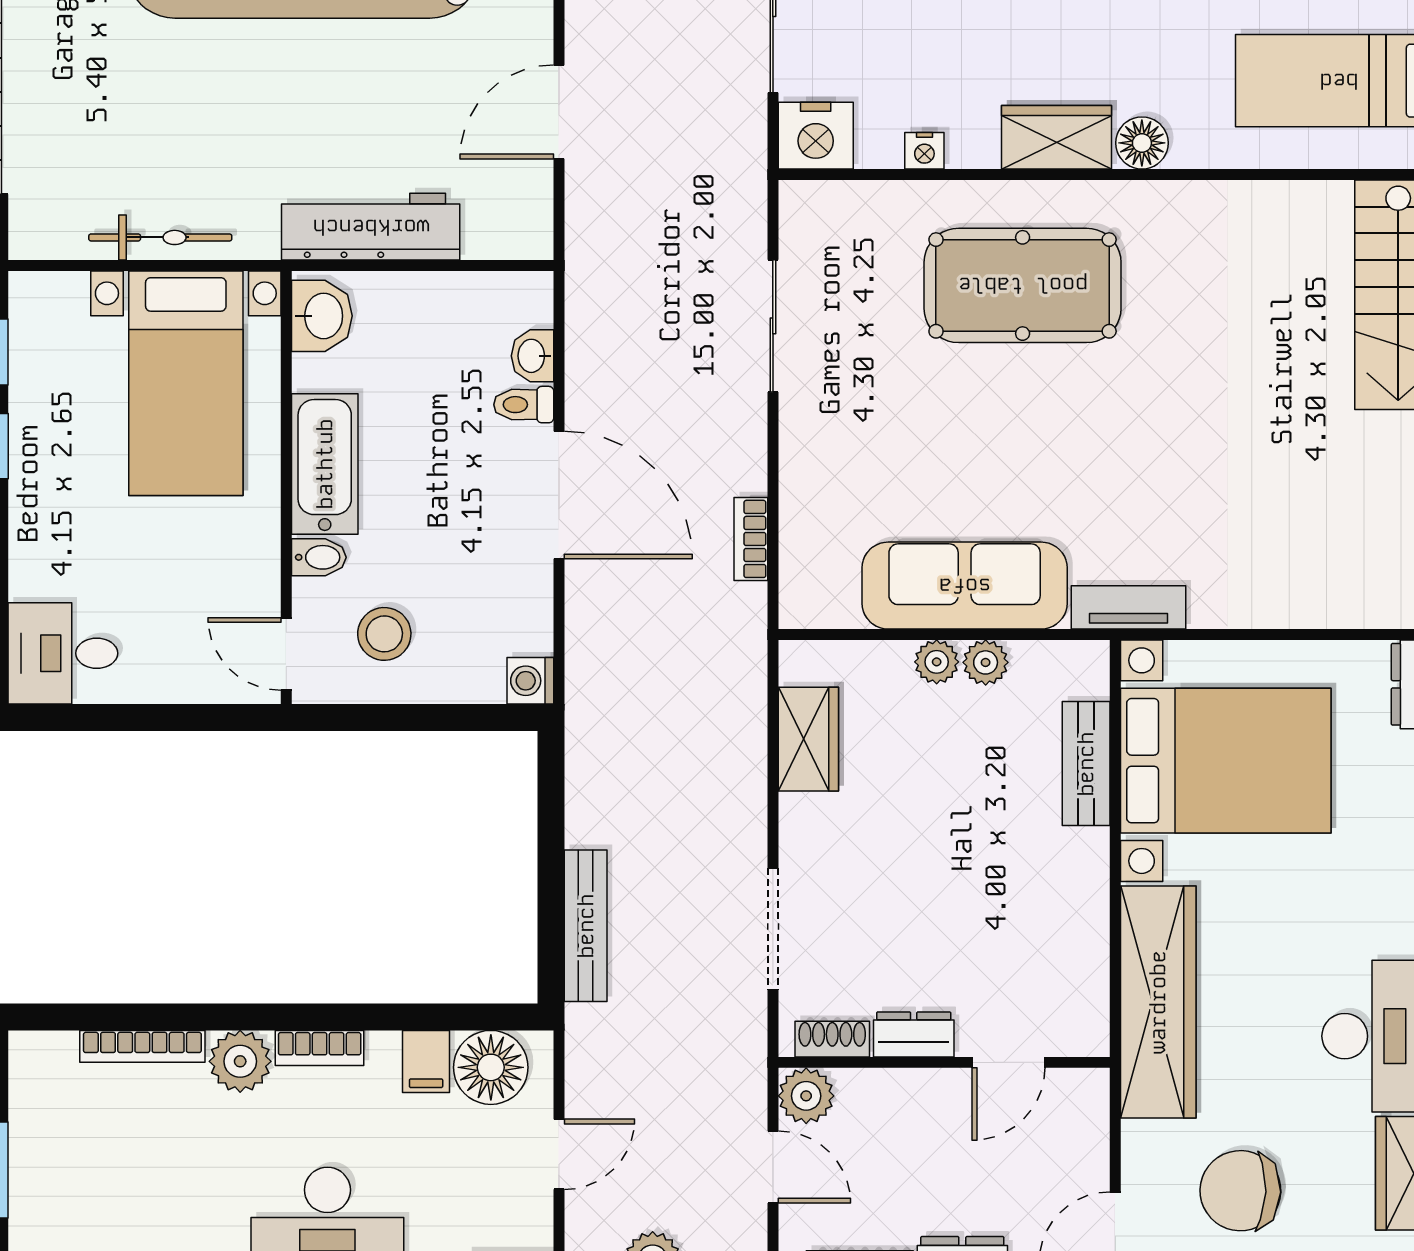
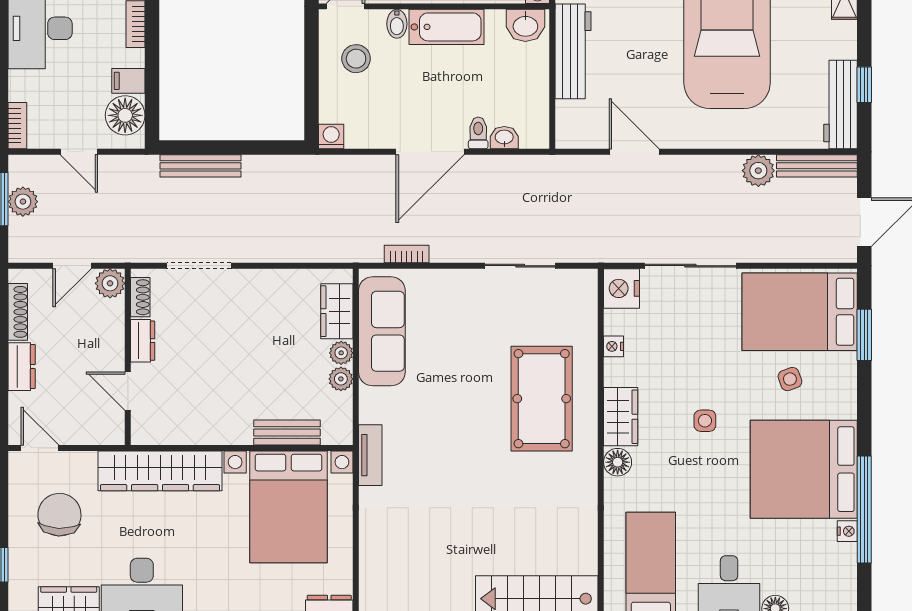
sofa: (965, 586) -> (382, 331), moved
wardrobe: (808, 739) -> (337, 311), moved, turned 90

